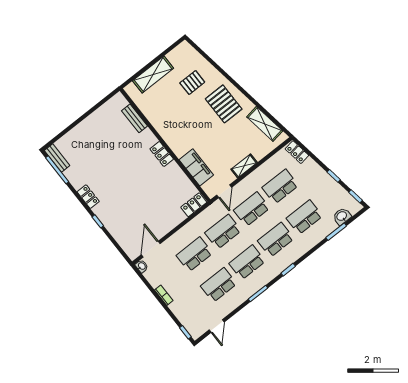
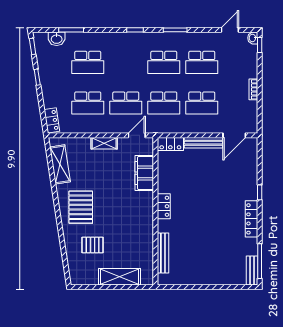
bench: (134, 118) -> (163, 253), width x1.36
locker: (88, 197) -> (252, 219), width x1.53
bench: (170, 225) -> (203, 143), added
school desk: (276, 240) -> (126, 62), removed
washbasin: (142, 266) -> (253, 38), moved

